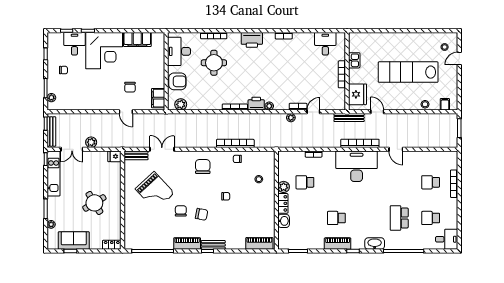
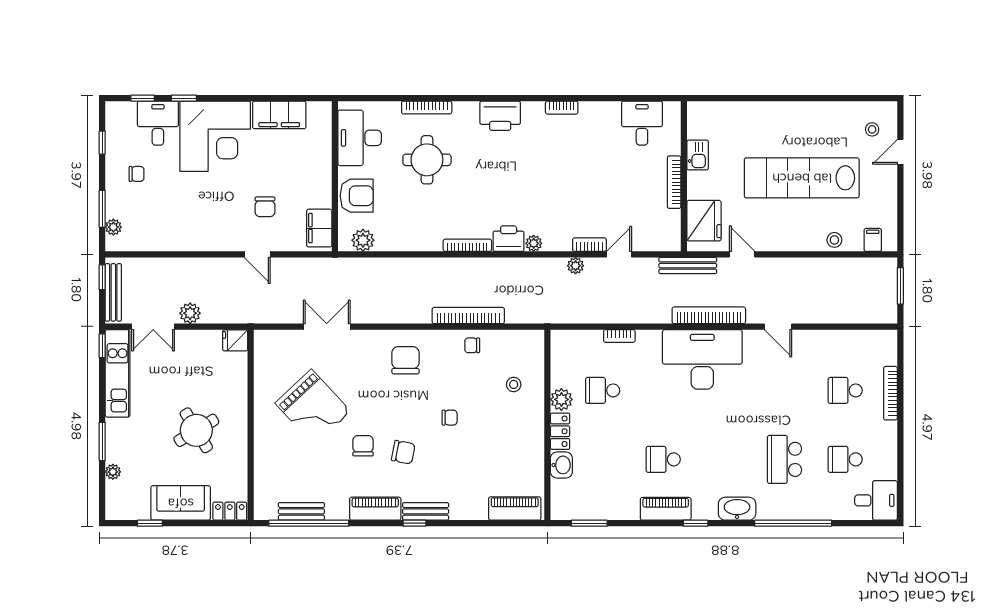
bench: (136, 155) -> (301, 511), moved
sofa: (74, 241) -> (181, 503), moved

